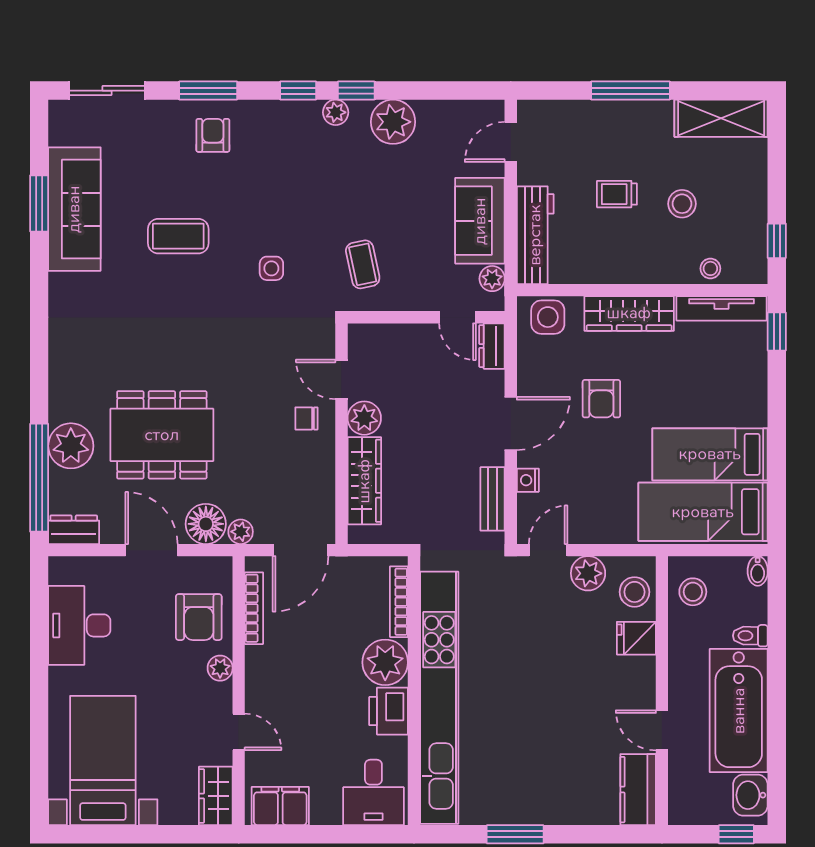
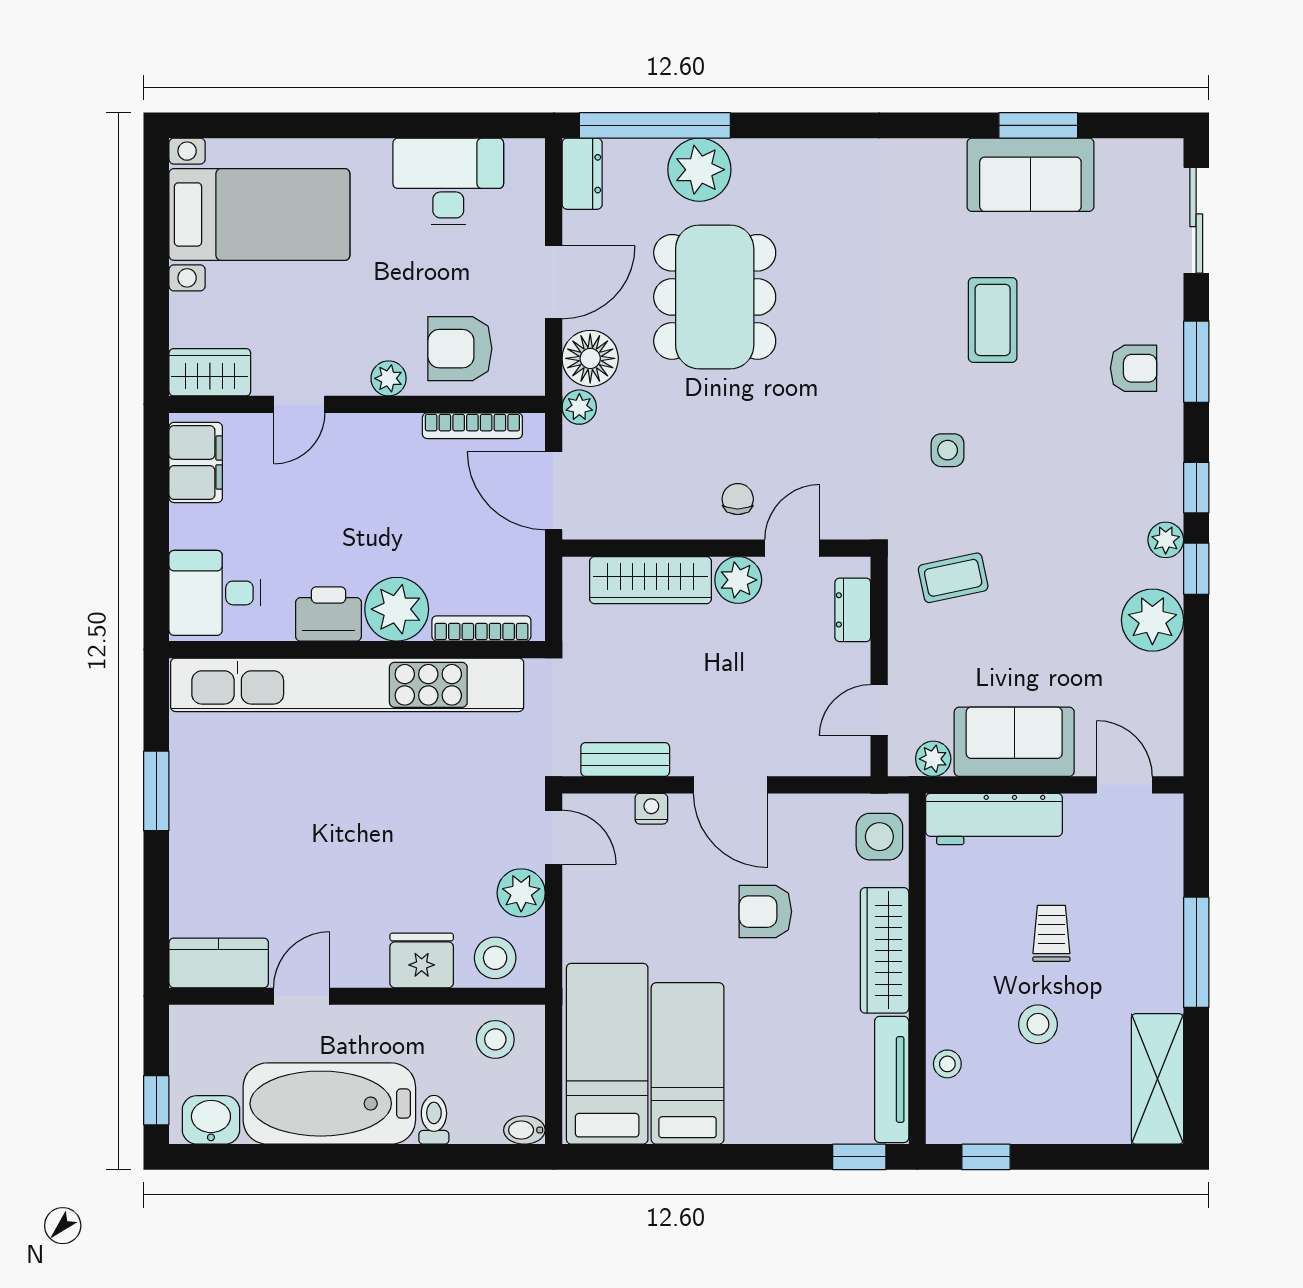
sofa: (74, 209) -> (1030, 175), width x0.73
dresser: (492, 346) -> (853, 610), moved, turned -90
fridge: (636, 638) -> (422, 960), width x1.38

